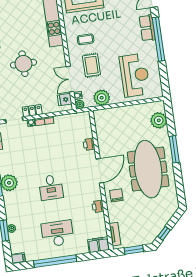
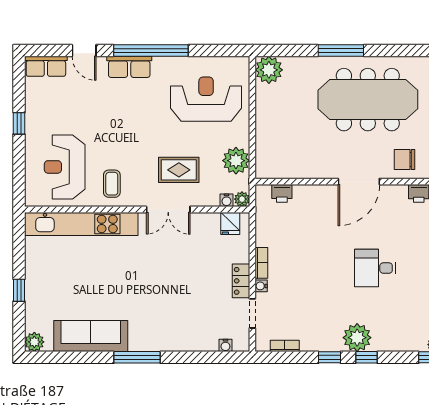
coffee table: (86, 39) -> (112, 184), moved
round table: (23, 64) -> (160, 284), removed
double door: (70, 79) -> (168, 209), moved
plant: (159, 120) -> (269, 70), moved
printer: (89, 144) -> (282, 193), moved
door: (100, 171) -> (359, 182), swing flipped
desk: (51, 187) -> (375, 268), turned 180

